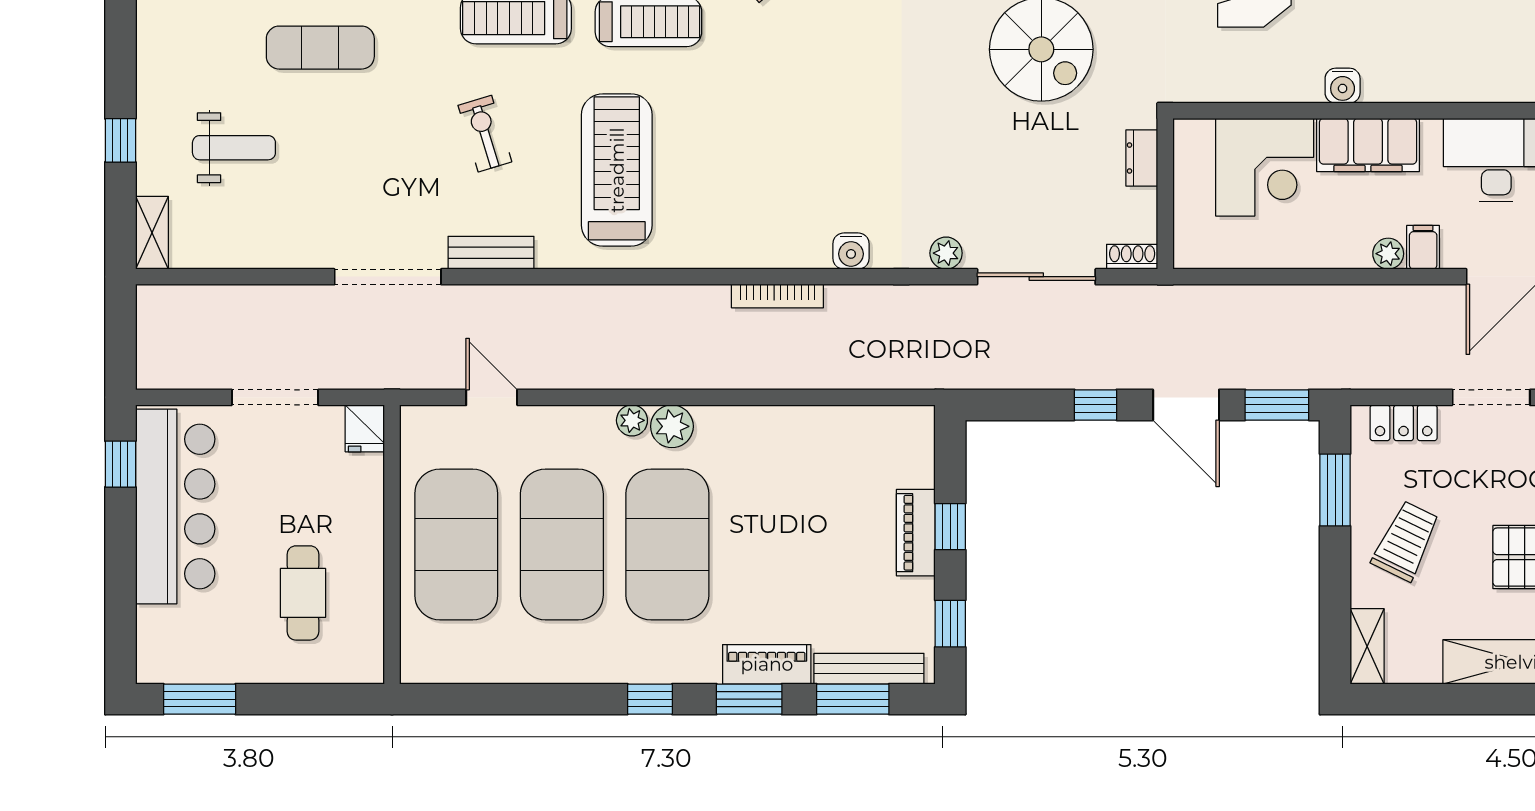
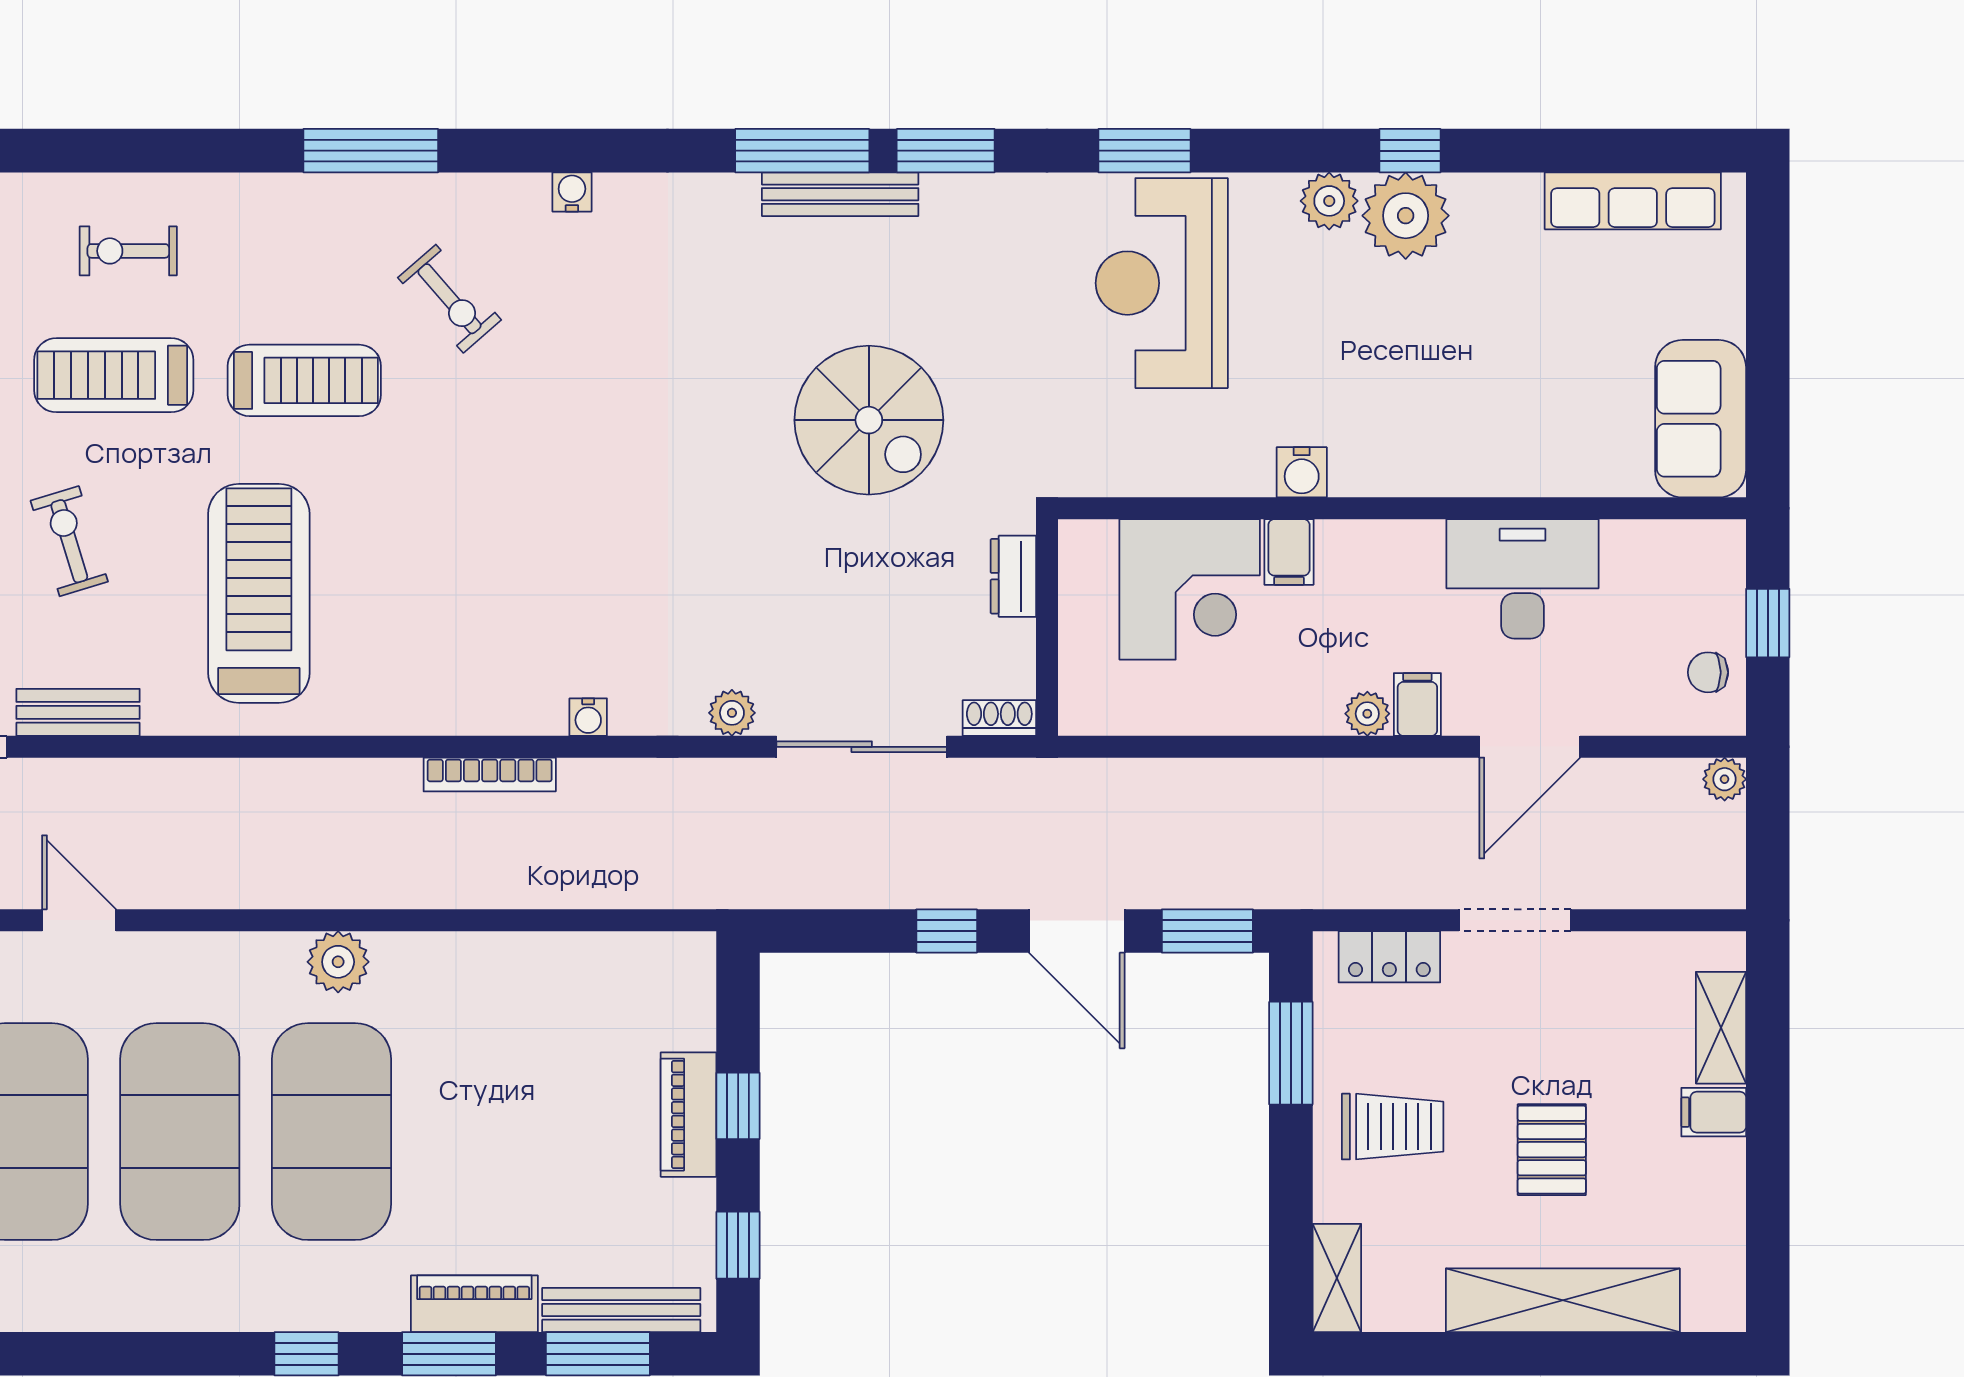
filing cabinet: (1368, 145) -> (1289, 552), width x0.33, depth x0.86
water cooler: (851, 251) -> (588, 717), width x0.72, depth x0.72
plant: (632, 420) -> (281, 953), removed
trolley: (1406, 541) -> (1393, 1127), turned 64

